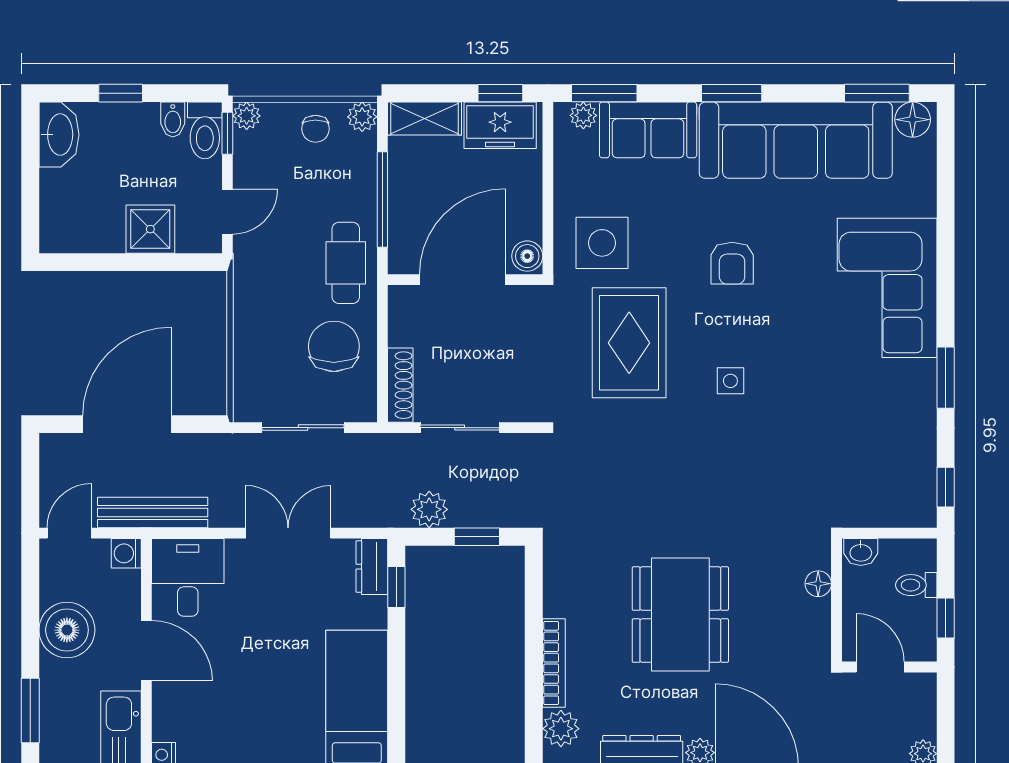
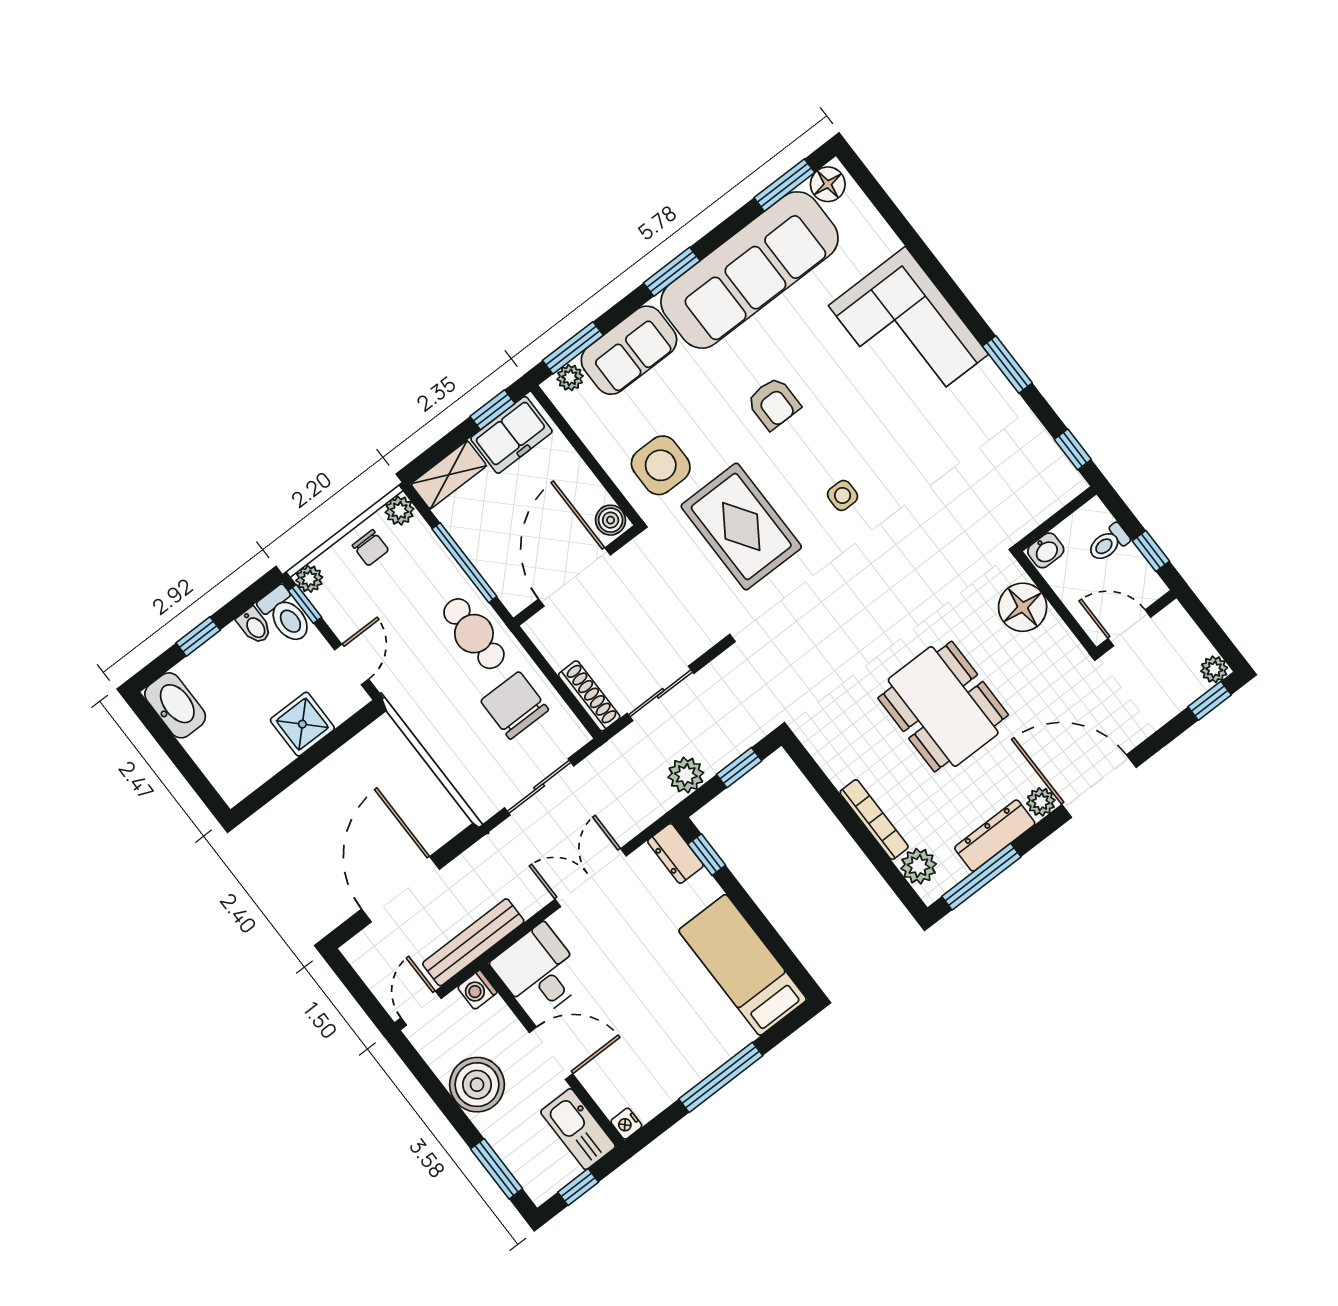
floor lamp: (818, 584) -> (1023, 607), width x1.89, depth x1.89

